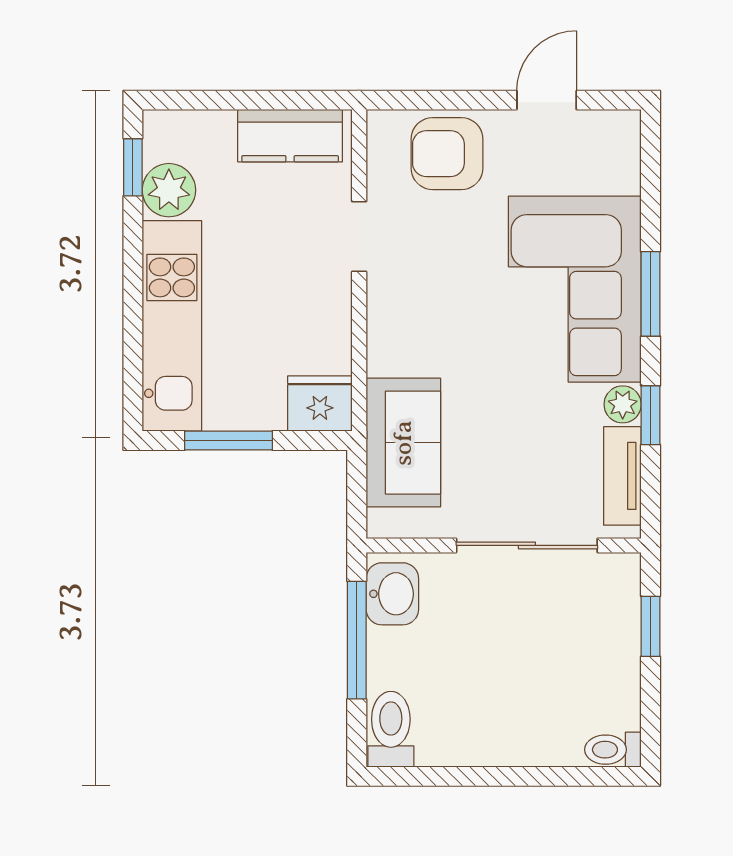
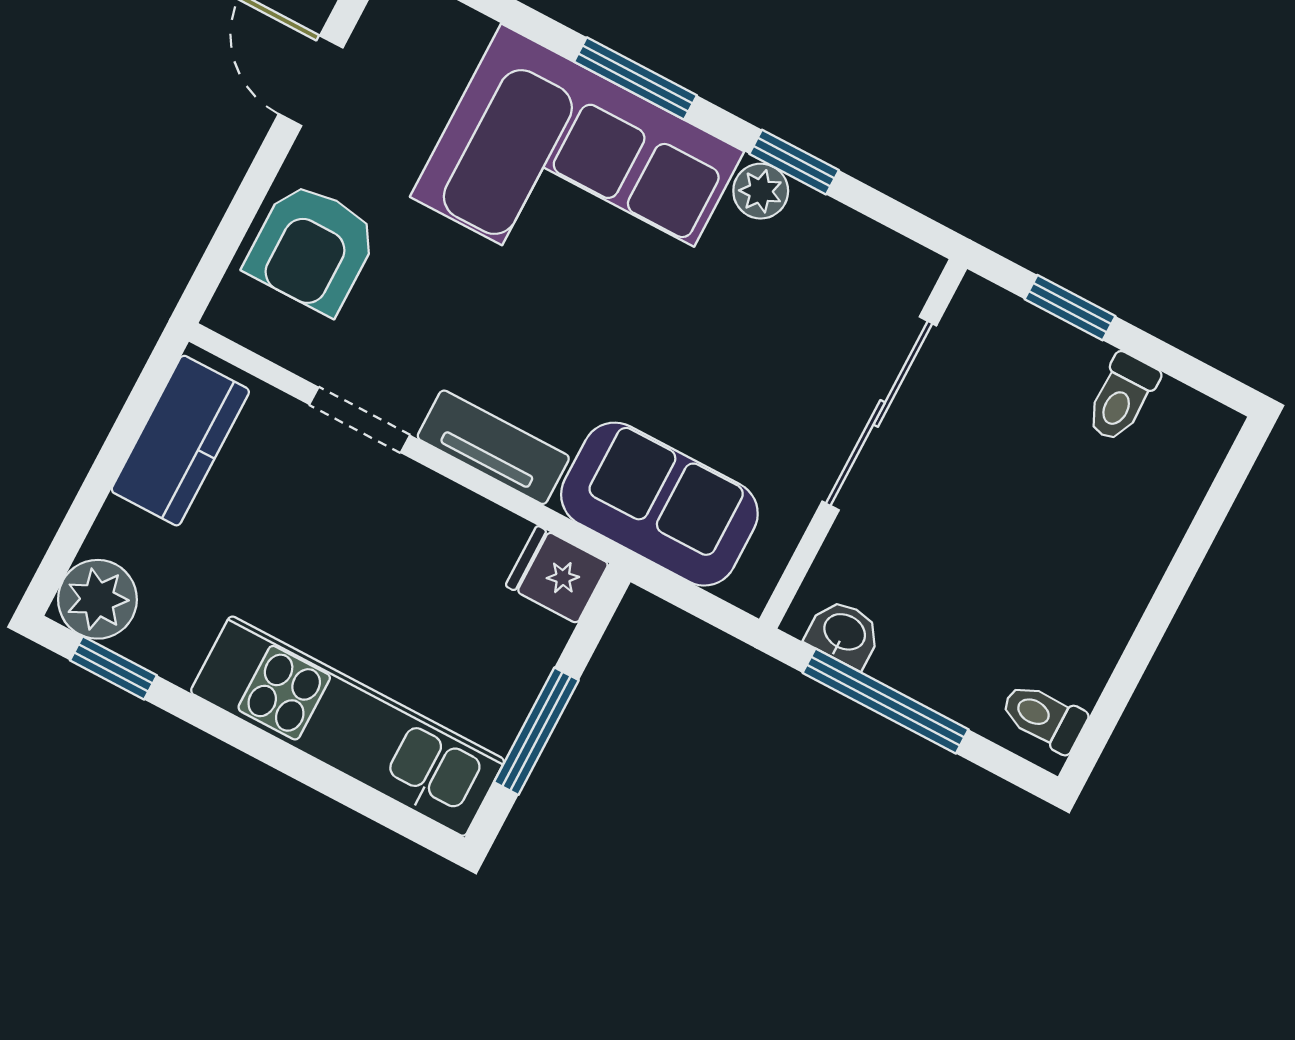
plant: (169, 190) -> (97, 599), moved
fridge: (320, 404) -> (557, 575), width x0.72
tv unit: (622, 476) -> (493, 447), moved, turned 180
washbasin: (392, 594) -> (844, 633), width x0.72, depth x0.69
toilet: (391, 729) -> (1043, 717), width x0.73, depth x0.72
toilet: (613, 750) -> (1122, 398), moved

